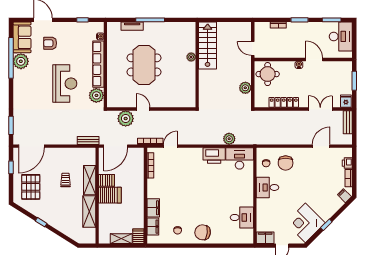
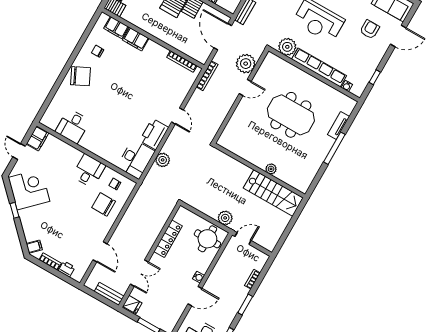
plant: (245, 88) -> (225, 218), moved
door: (170, 146) -> (177, 116), moved
chair: (203, 232) -> (81, 76), turned 57

